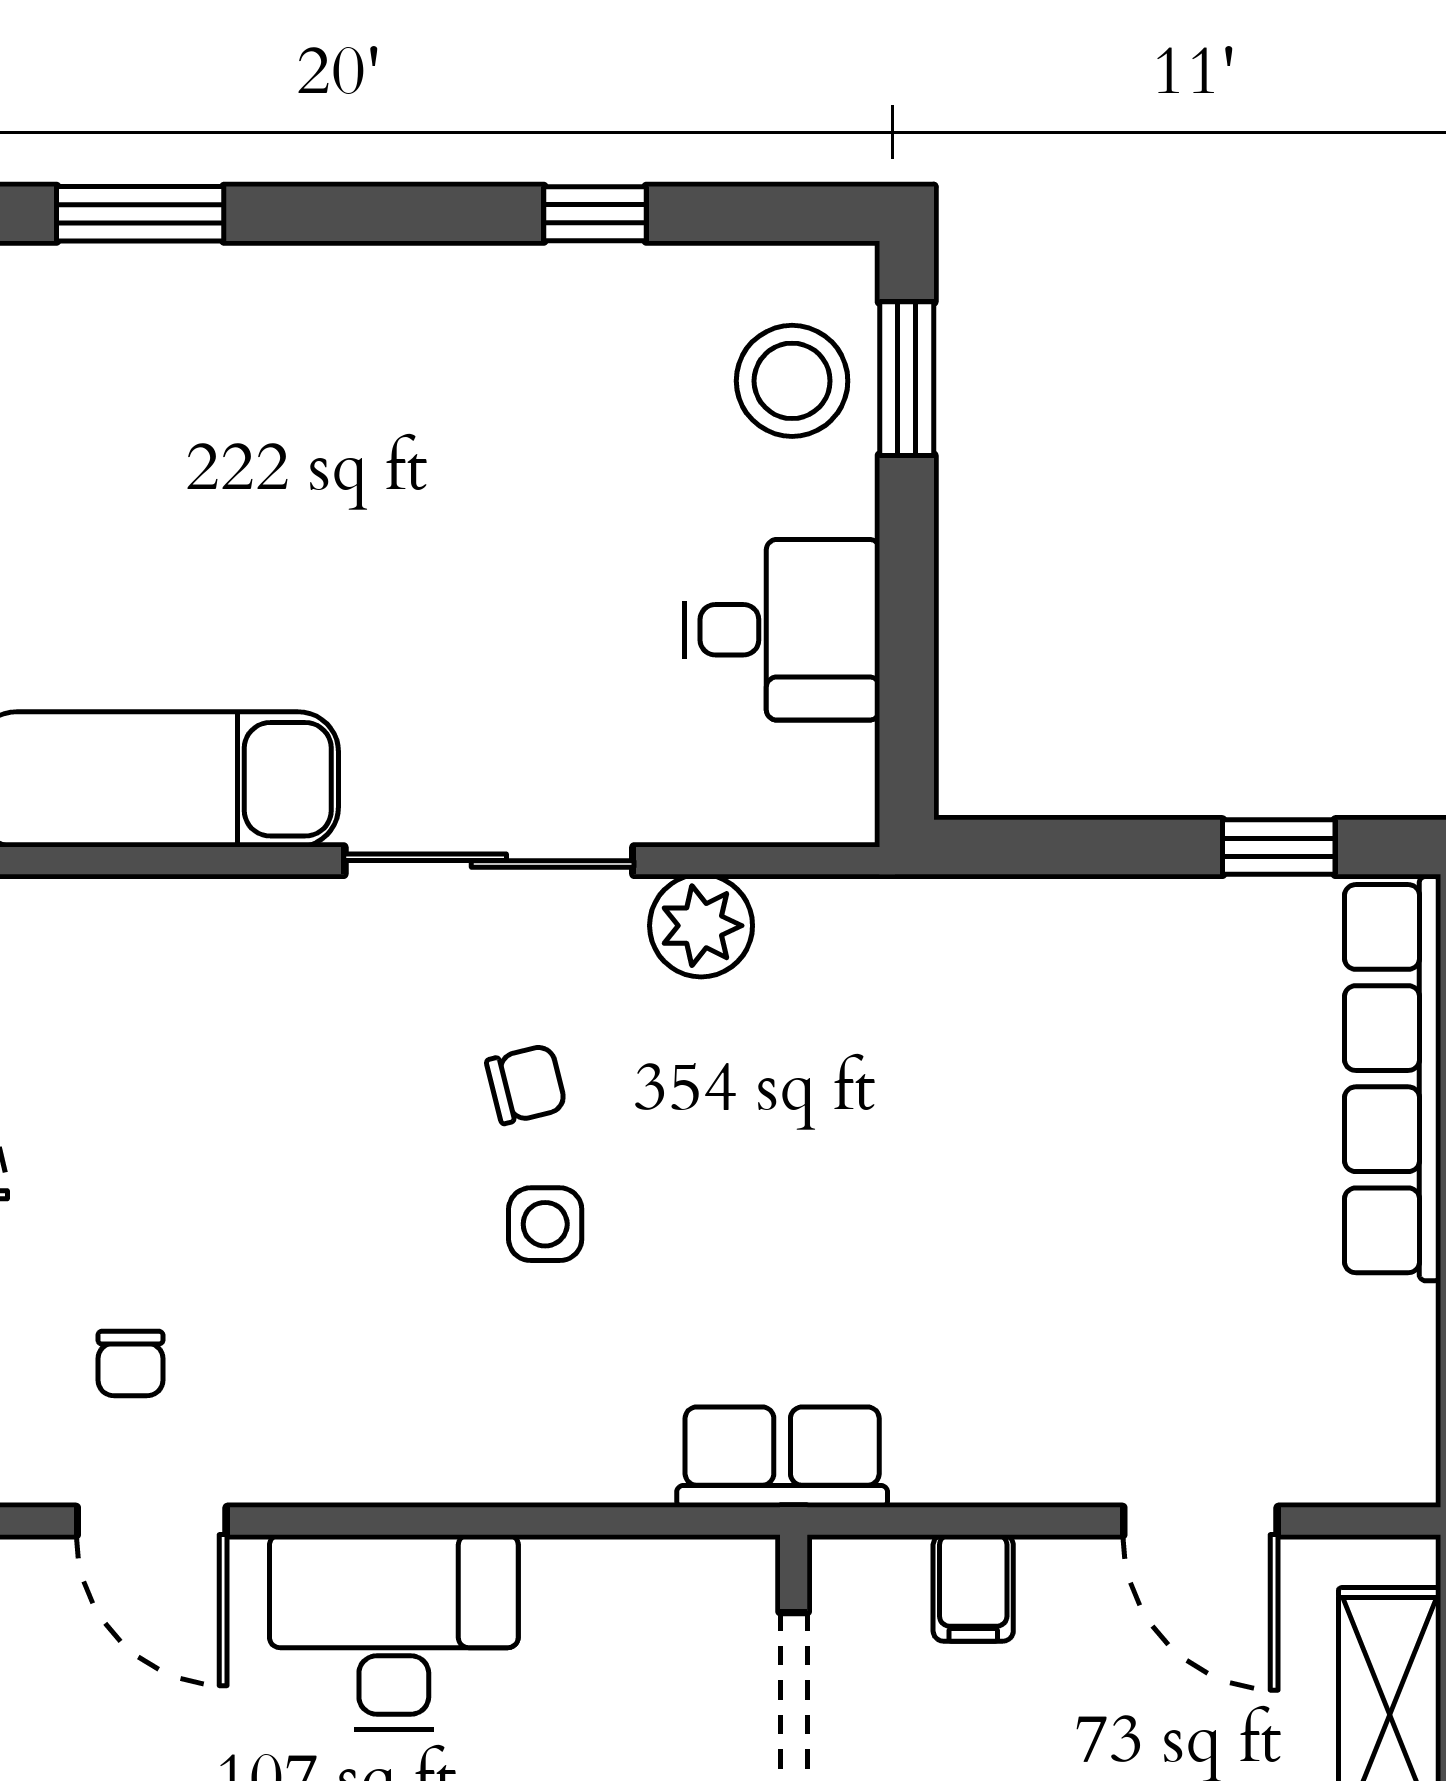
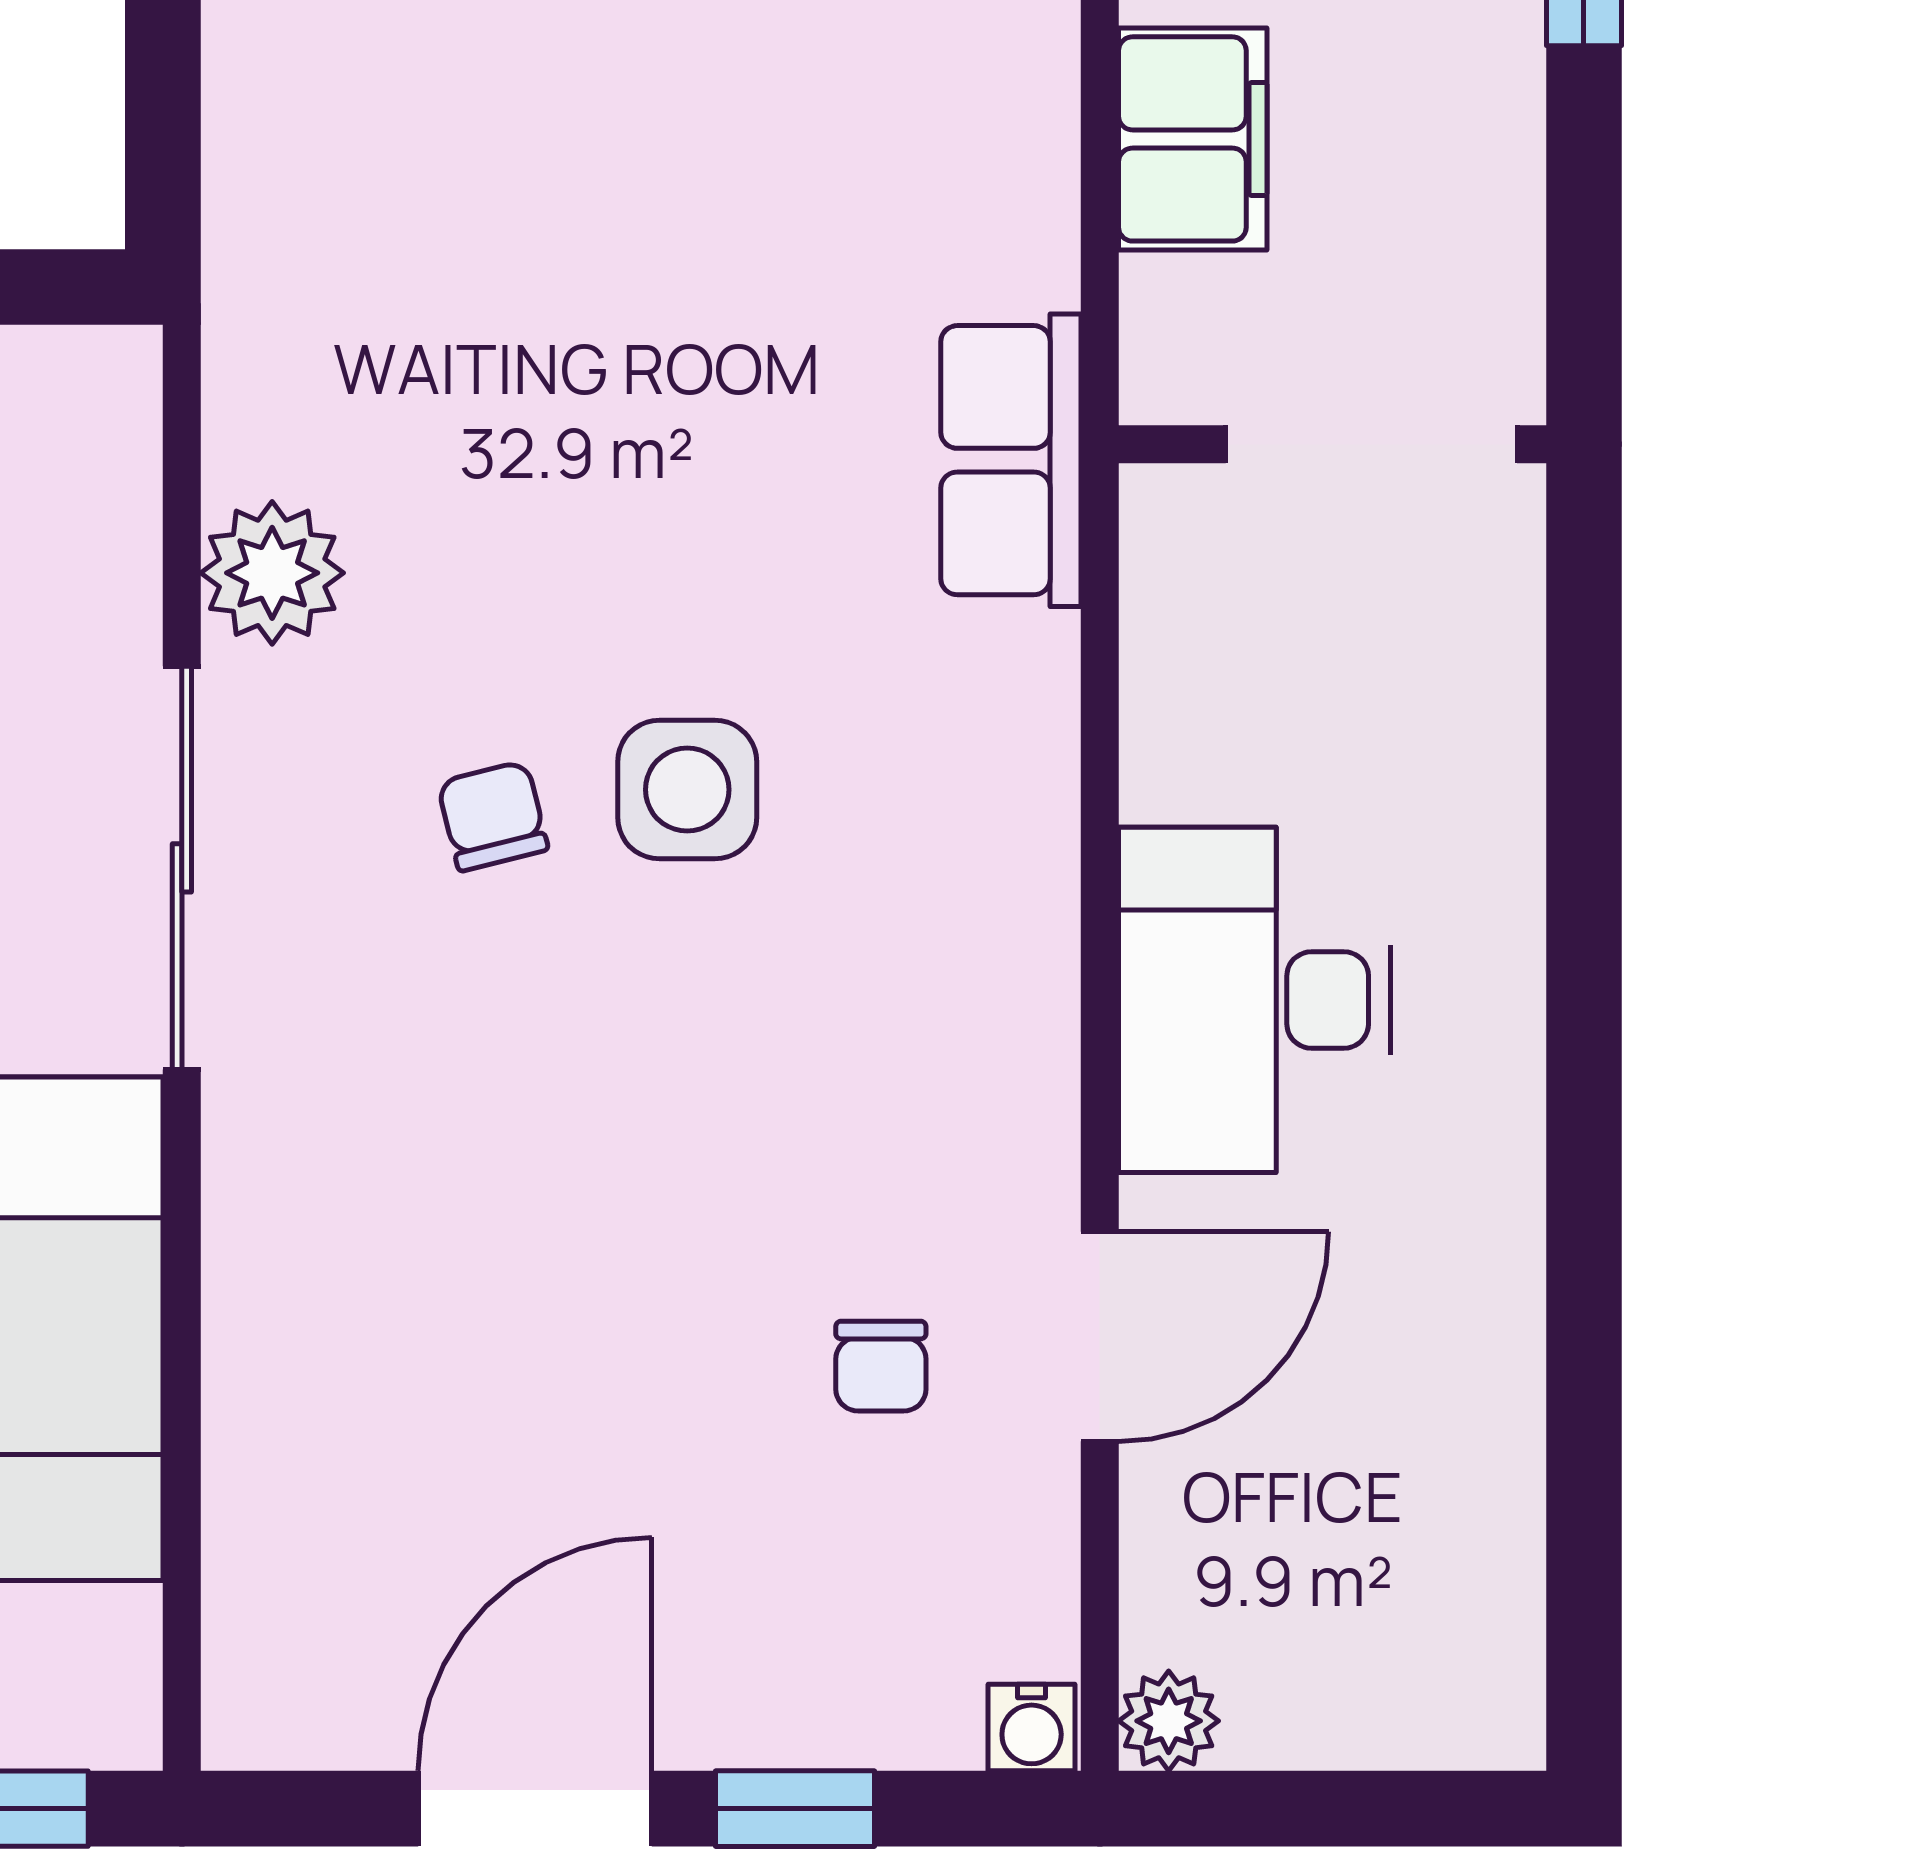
side table: (545, 1224) -> (687, 790), width x1.37, depth x1.37
chair: (130, 1364) -> (881, 1366), turned 90
filing cabinet: (973, 1588) -> (1193, 139), width x2.00

